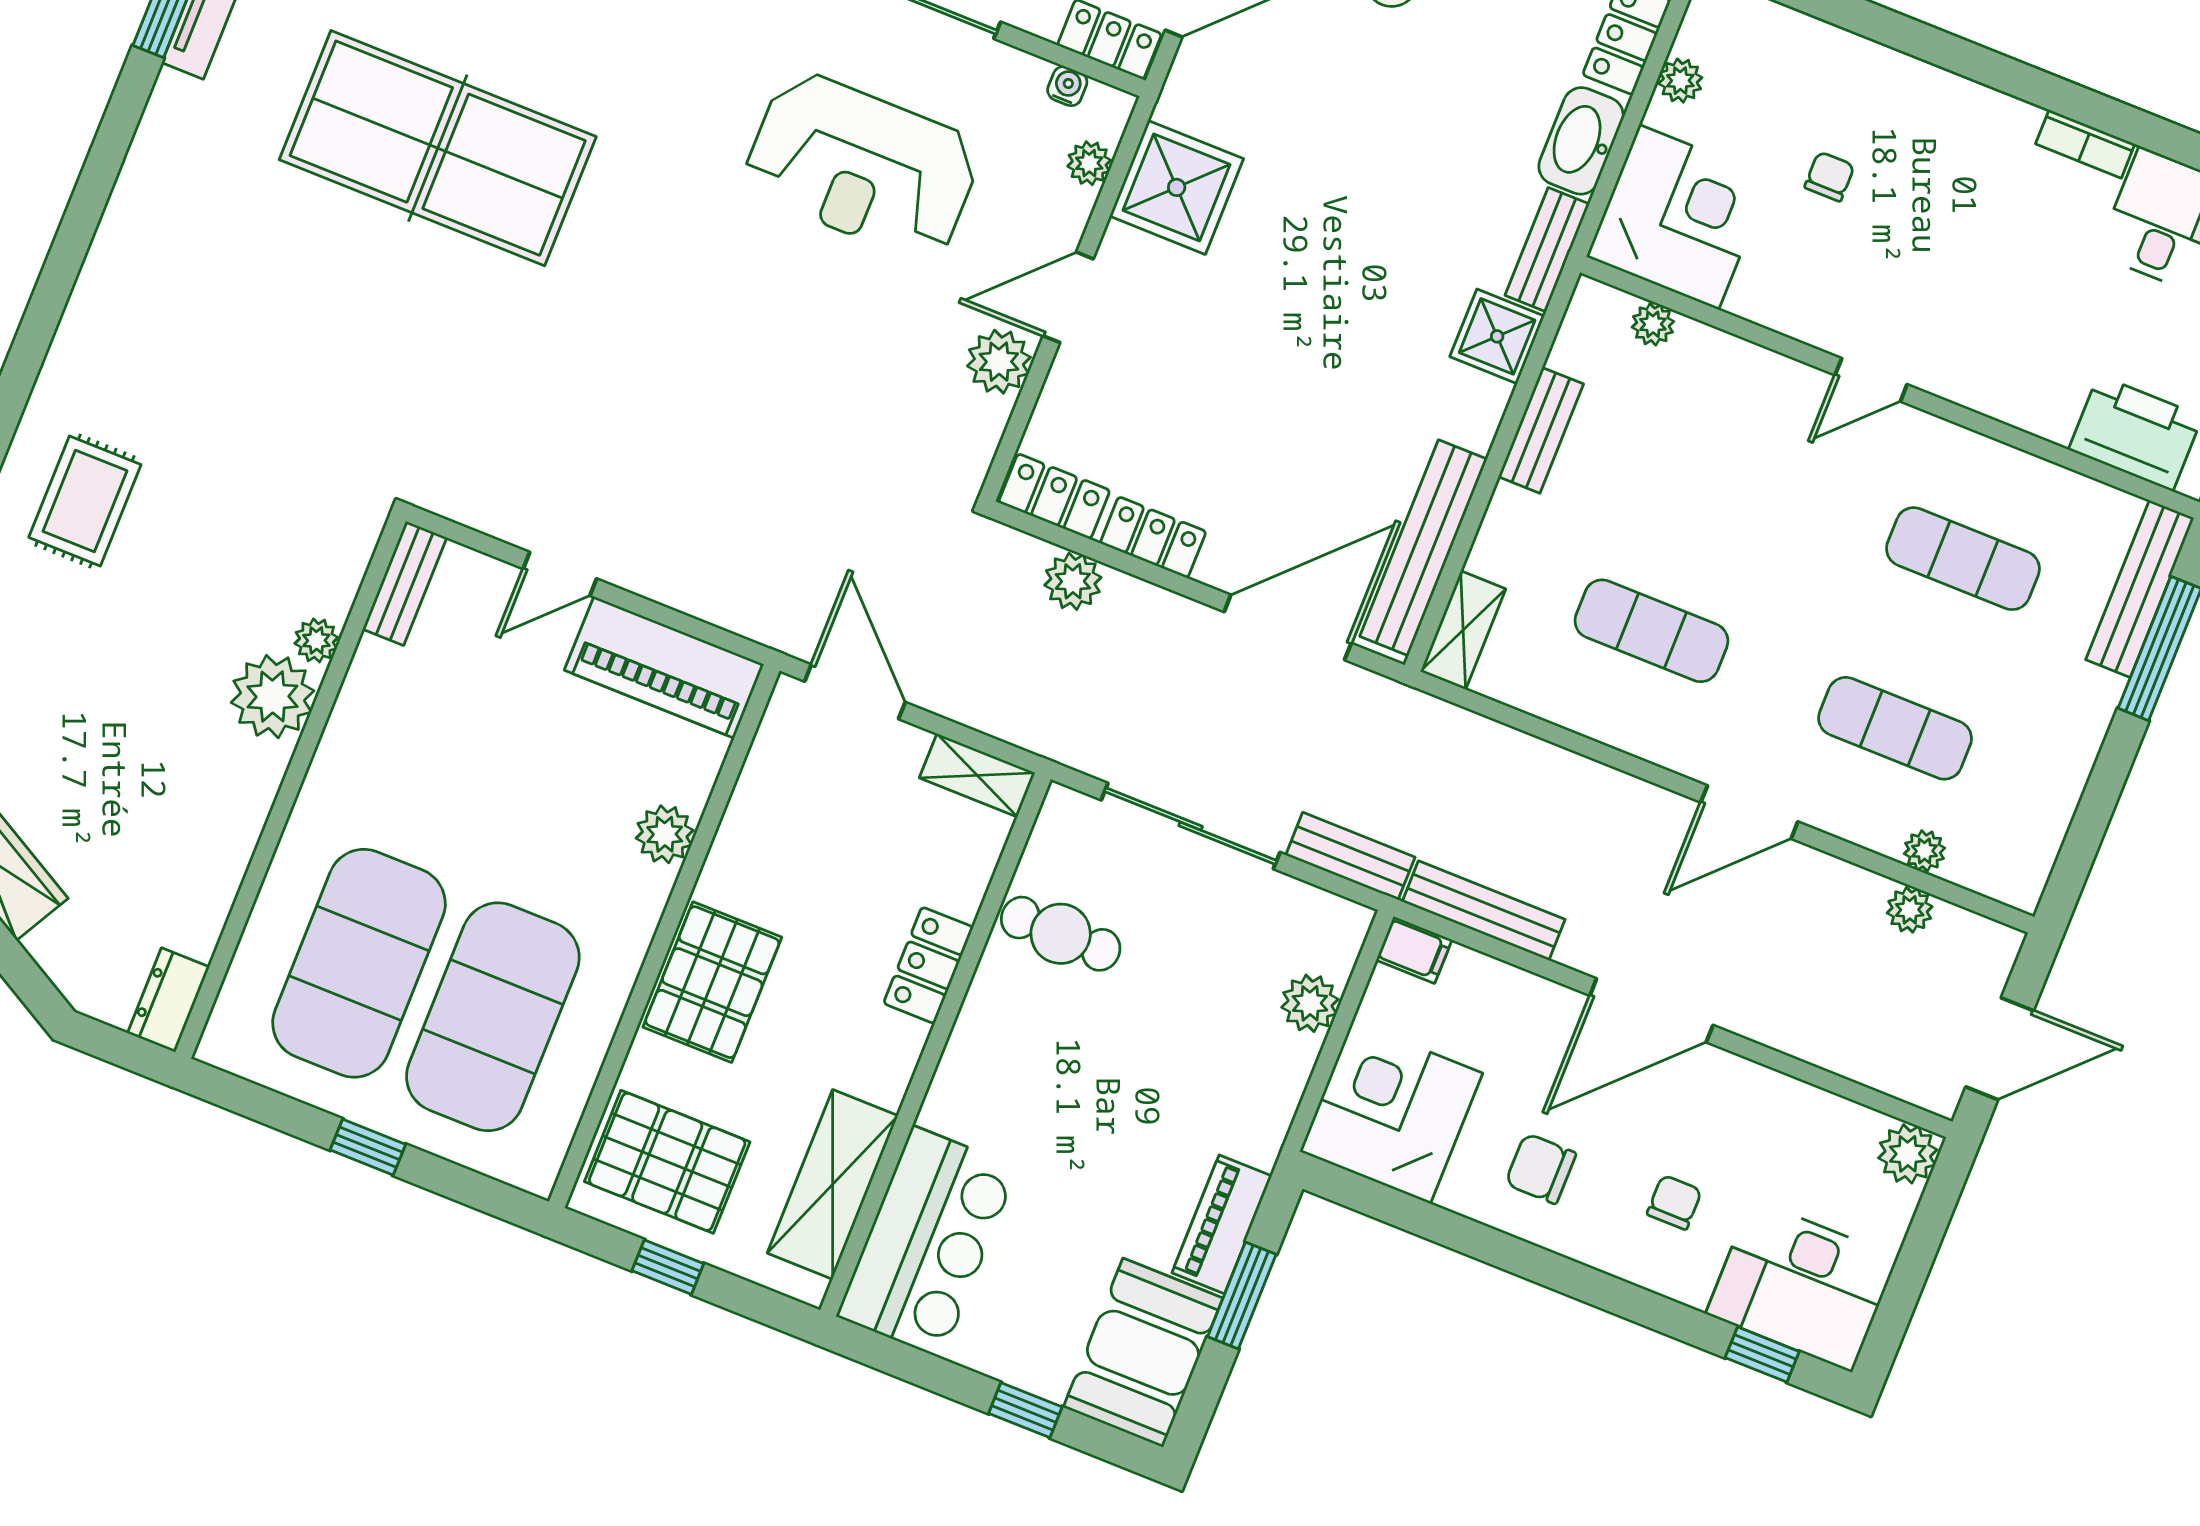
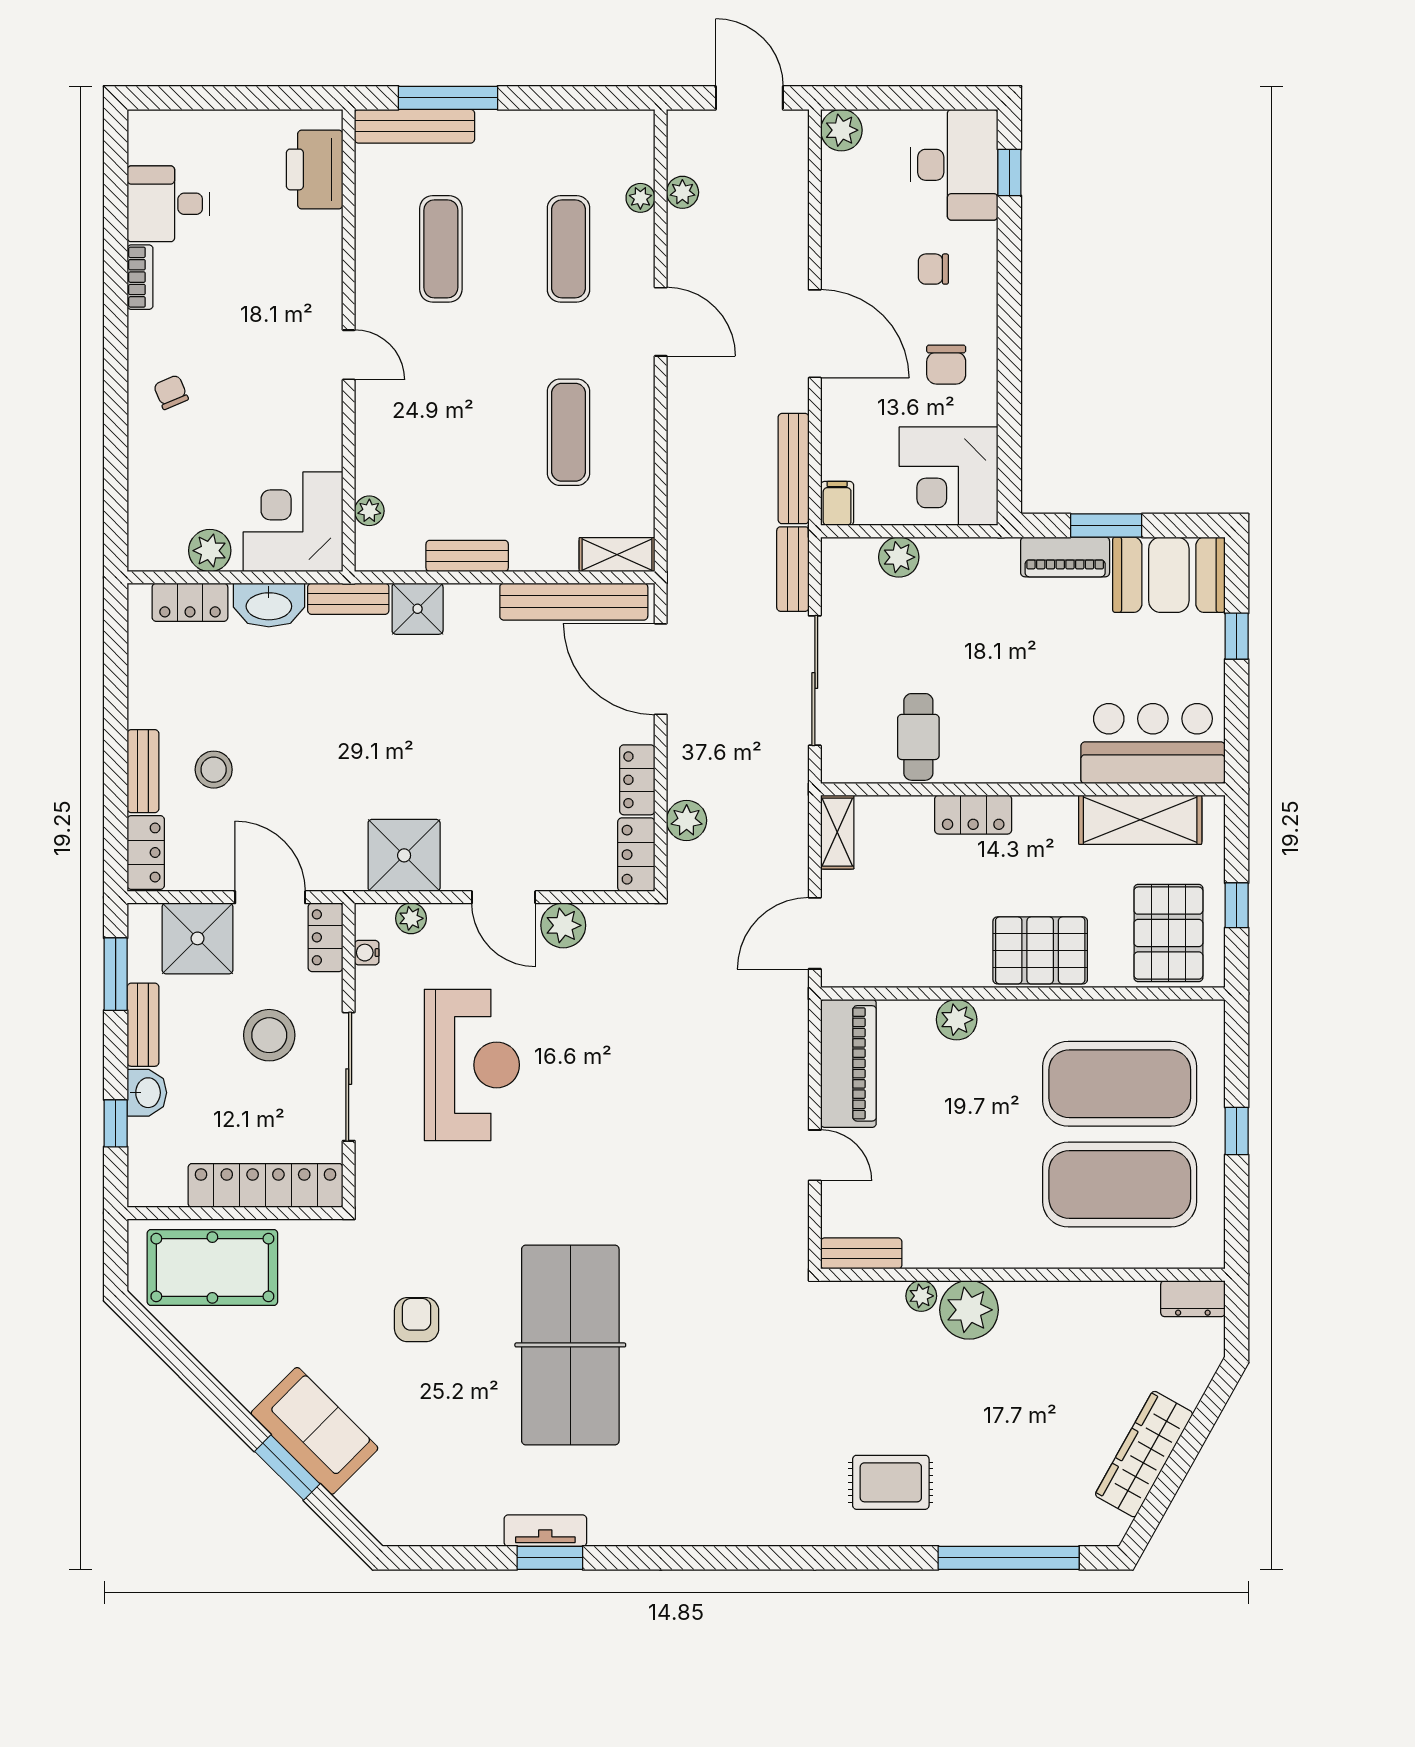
plant: (1680, 81) -> (210, 551), width x1.38, depth x1.38
chair: (1829, 177) -> (171, 392), moved, turned 67

